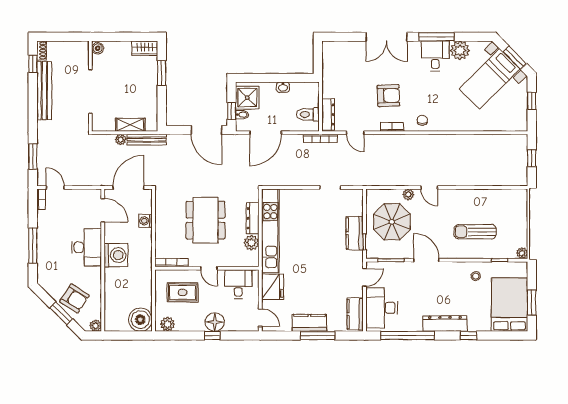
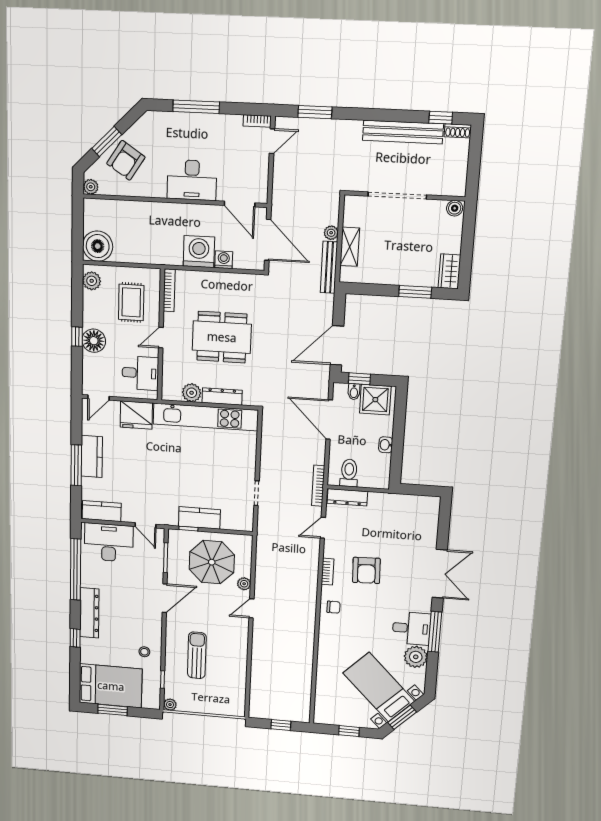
double door: (386, 37) -> (440, 574), swing flipped
door: (103, 210) -> (240, 204), hinge flipped
washing machine: (116, 255) -> (199, 252), moved, turned 180

